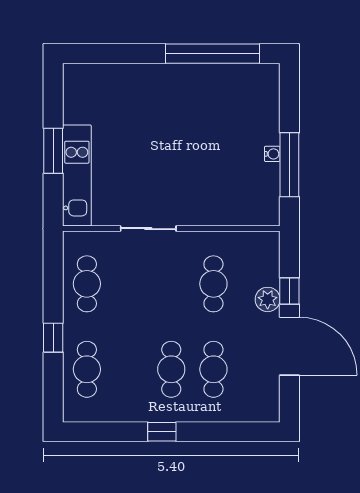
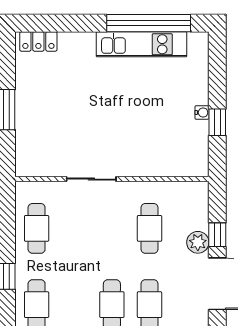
locker: (89, 74) -> (38, 41), added
window: (289, 165) -> (217, 122), width x0.46
kitchen unit: (77, 176) -> (141, 44), moved, turned 90

